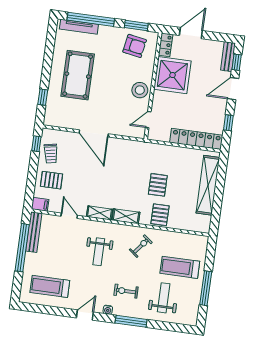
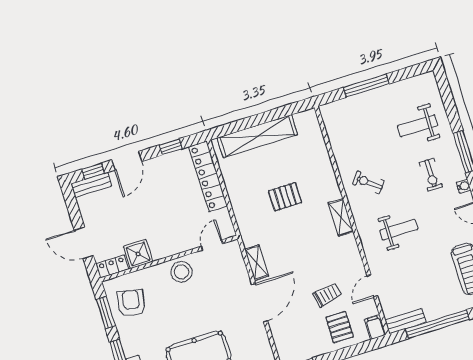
shower: (172, 75) -> (138, 254), width x0.54, depth x0.54
door: (233, 89) -> (127, 161), hinge flipped
door: (148, 120) -> (212, 245), swing flipped
trolley: (51, 154) -> (327, 295), moved
shelving: (100, 213) -> (257, 263), moved
pallet: (160, 215) -> (320, 177), removed
bench: (34, 232) -> (405, 321), width x0.73
treadmill: (180, 267) -> (372, 124), removed
window: (206, 288) -> (366, 86), moved

